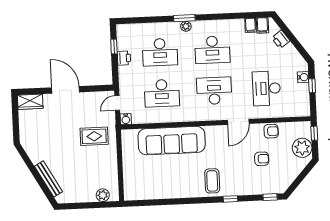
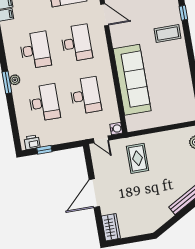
printer: (124, 58) -> (32, 142), moved
desk: (214, 91) -> (76, 43), turned 180

